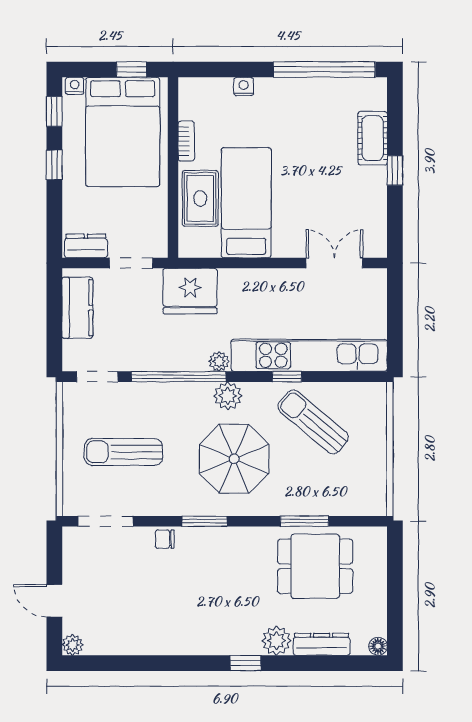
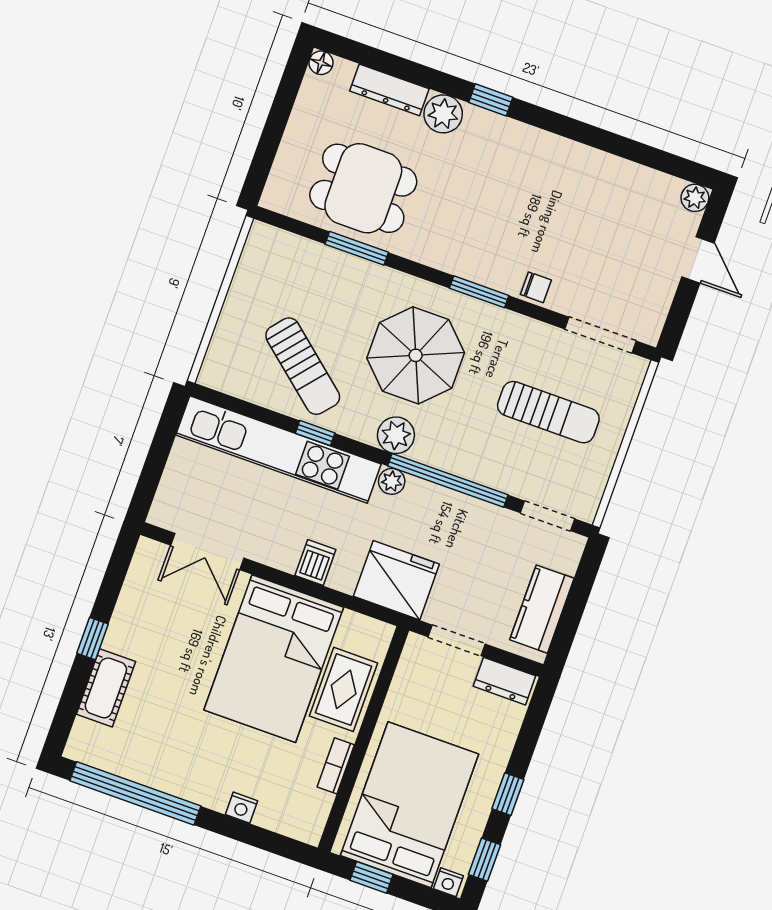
bed: (246, 203) -> (274, 659), width x1.50
dishwasher: (253, 283) -> (315, 563), added

